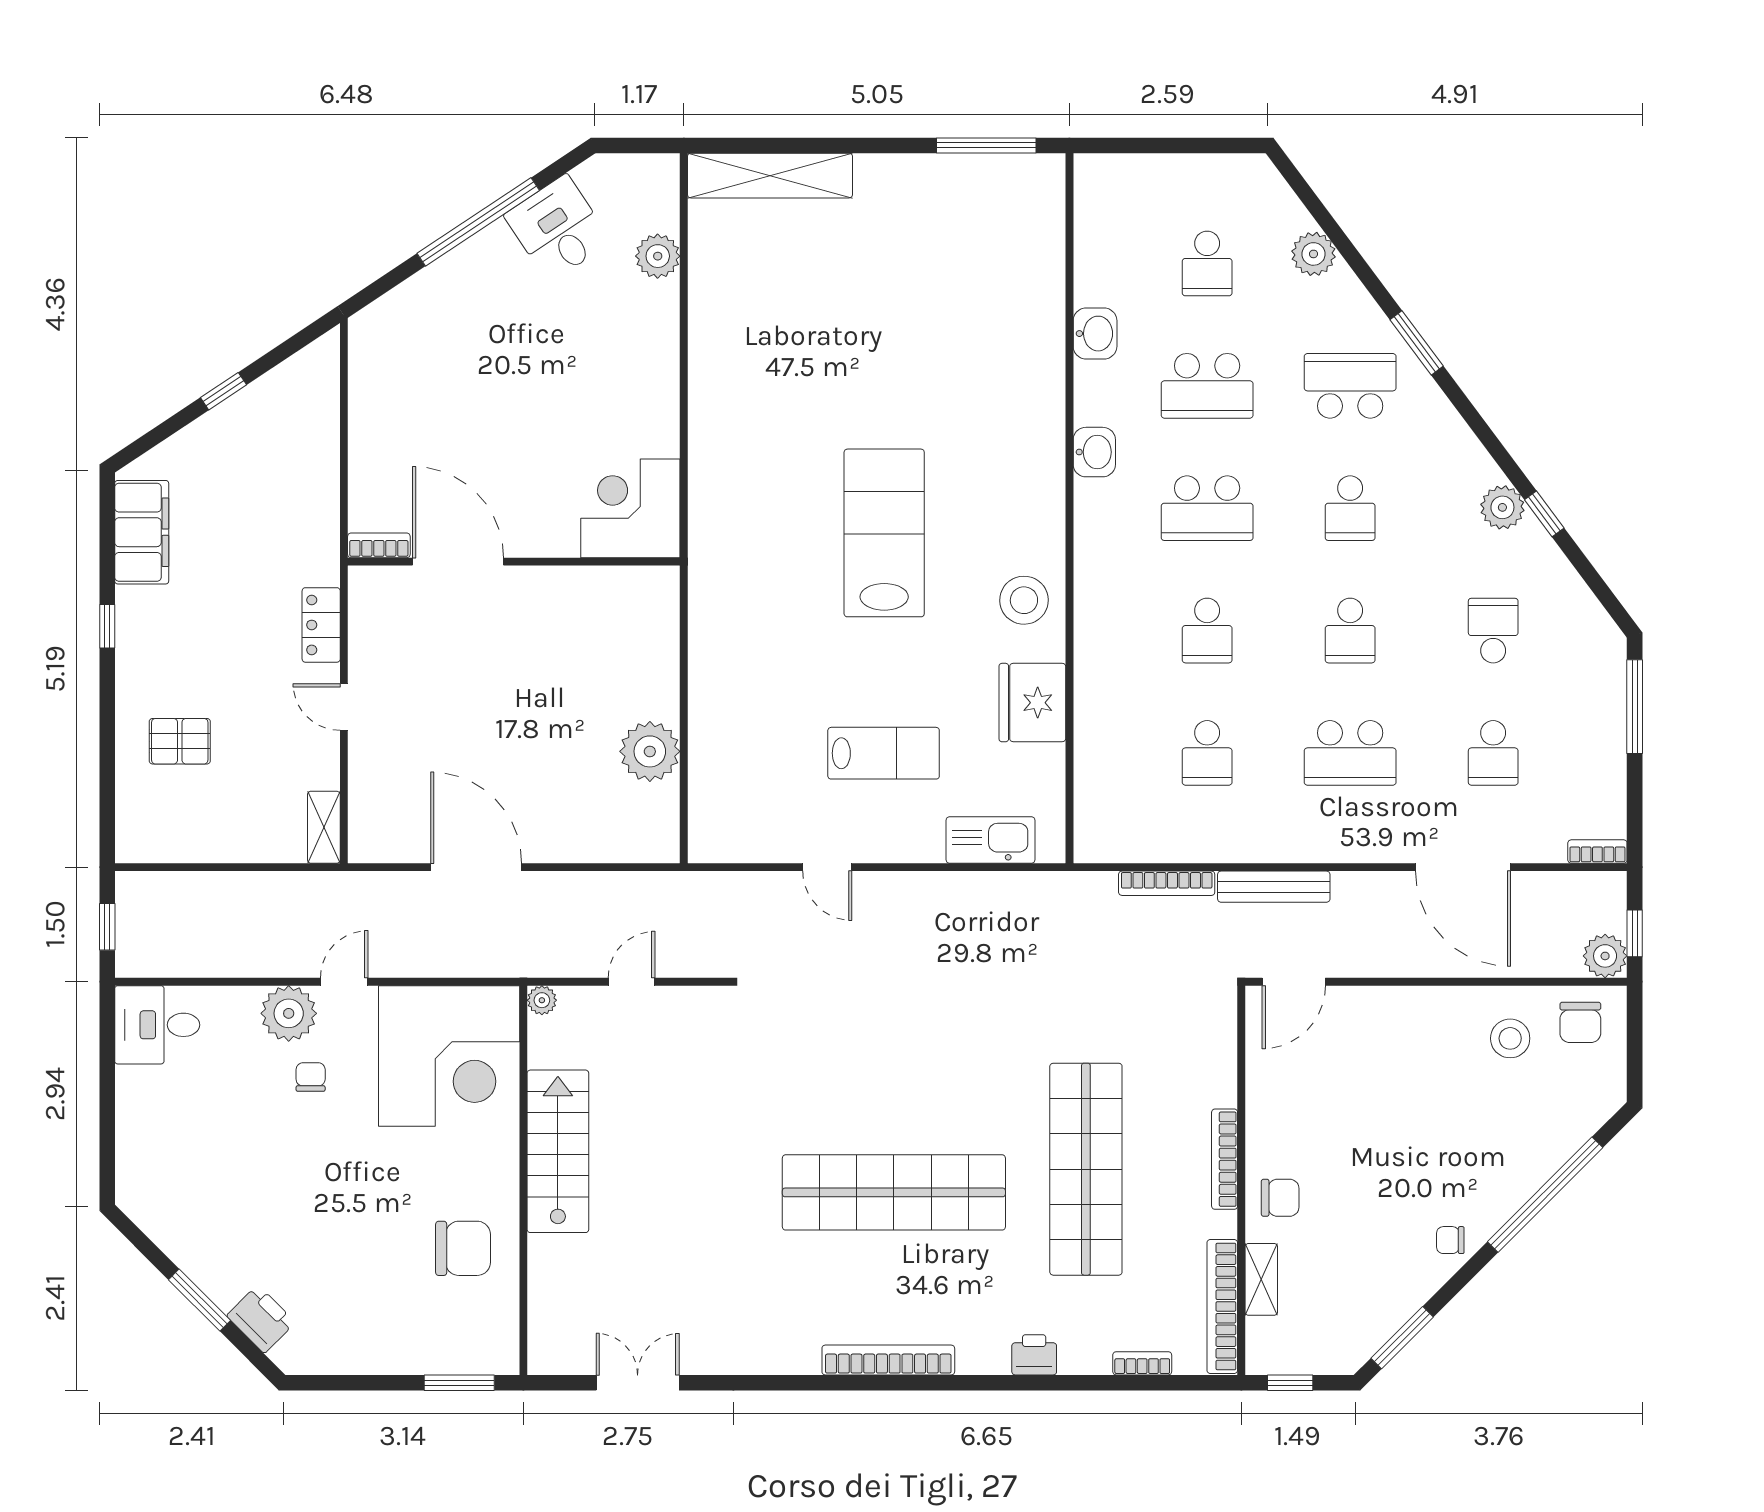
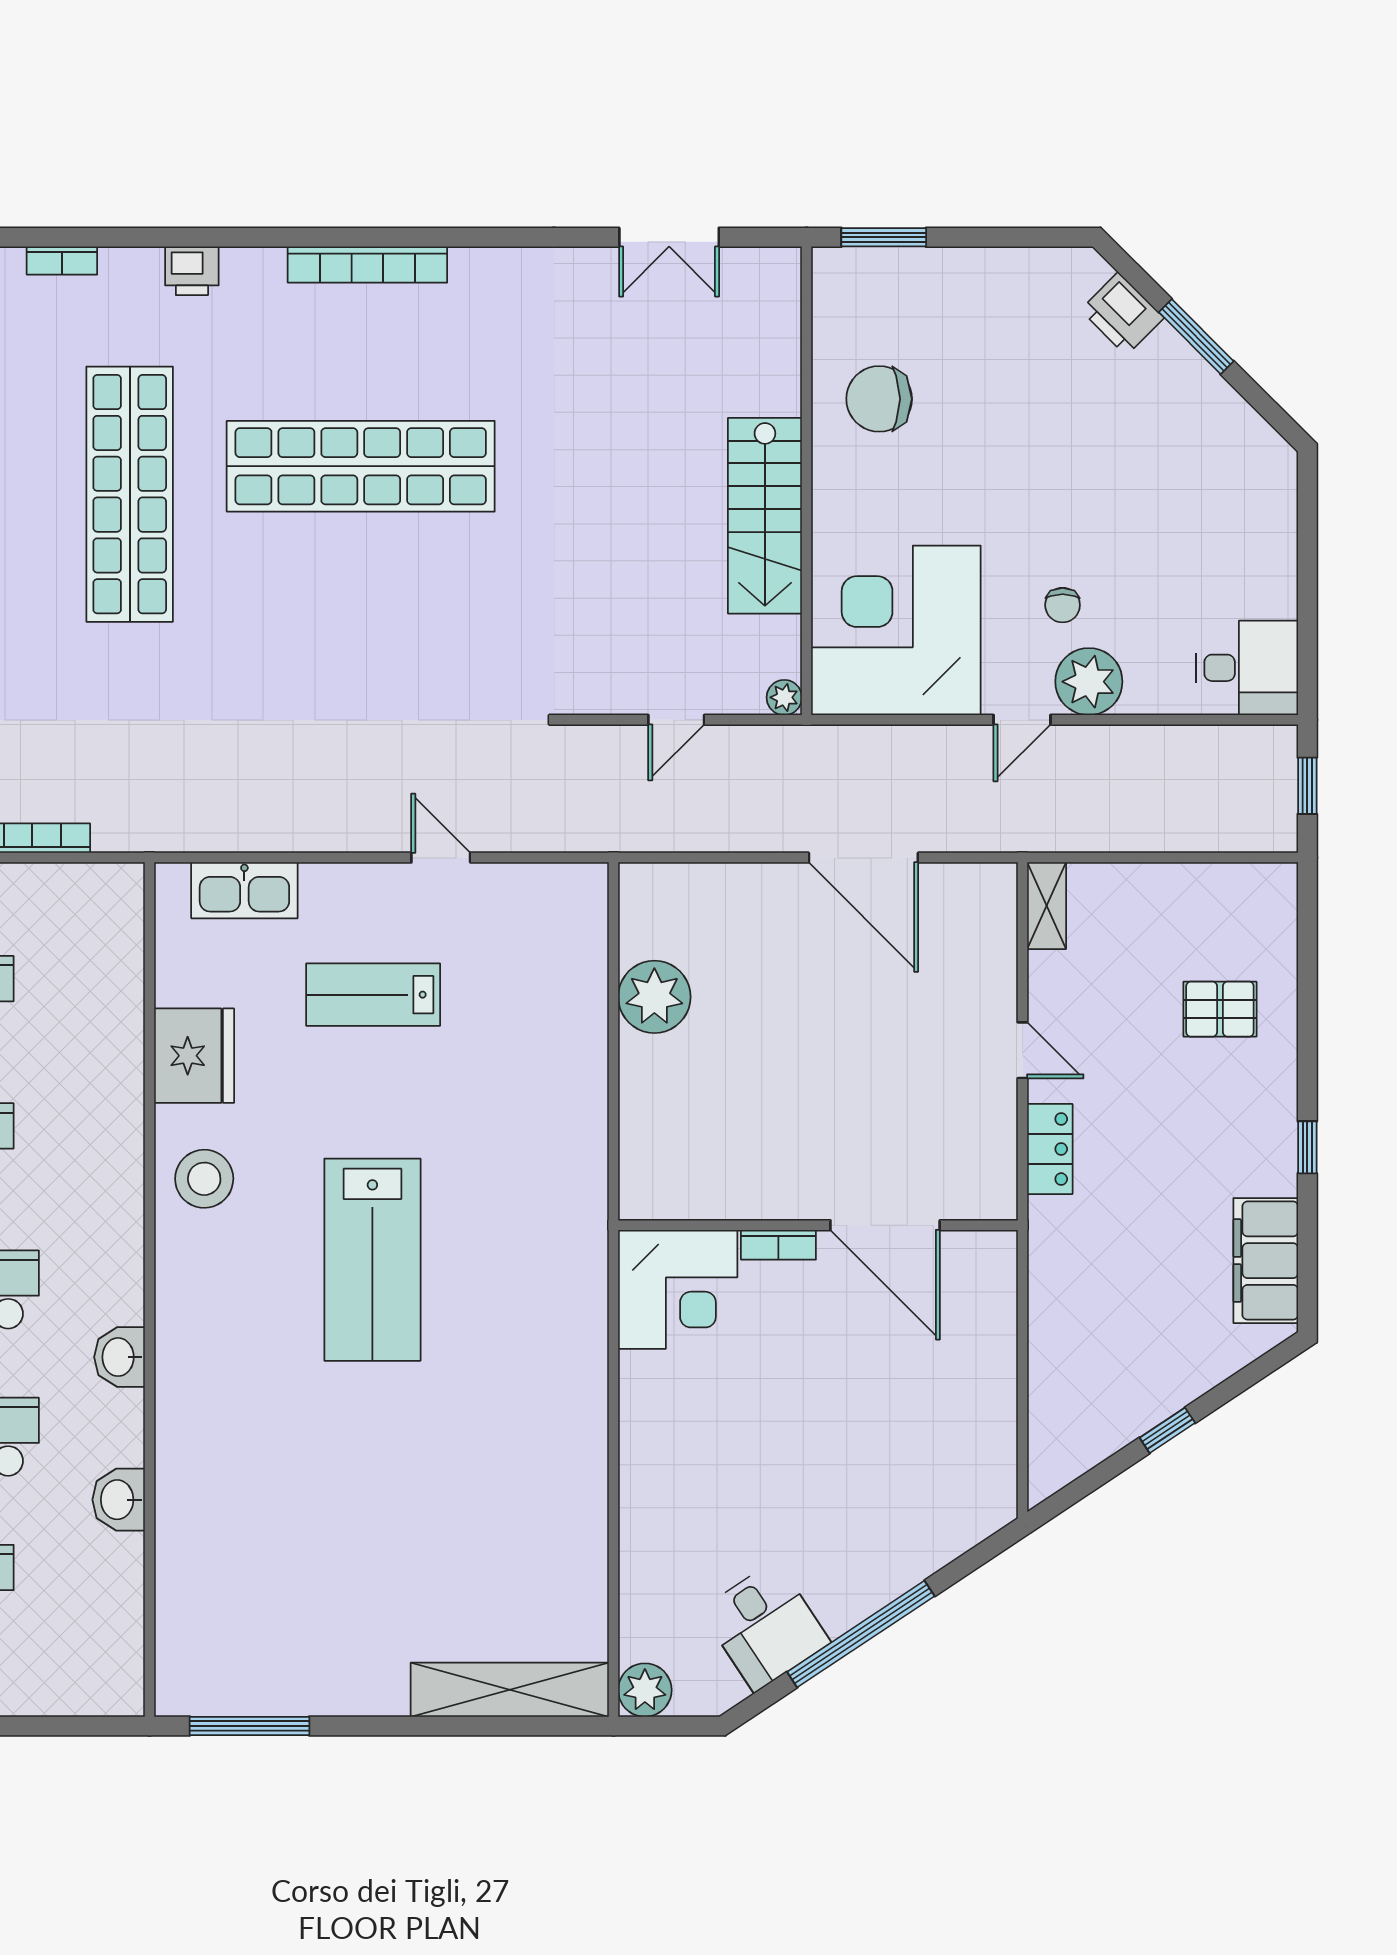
plant: (658, 256) -> (645, 1690), moved
bookcase: (379, 545) -> (778, 1245), moved

